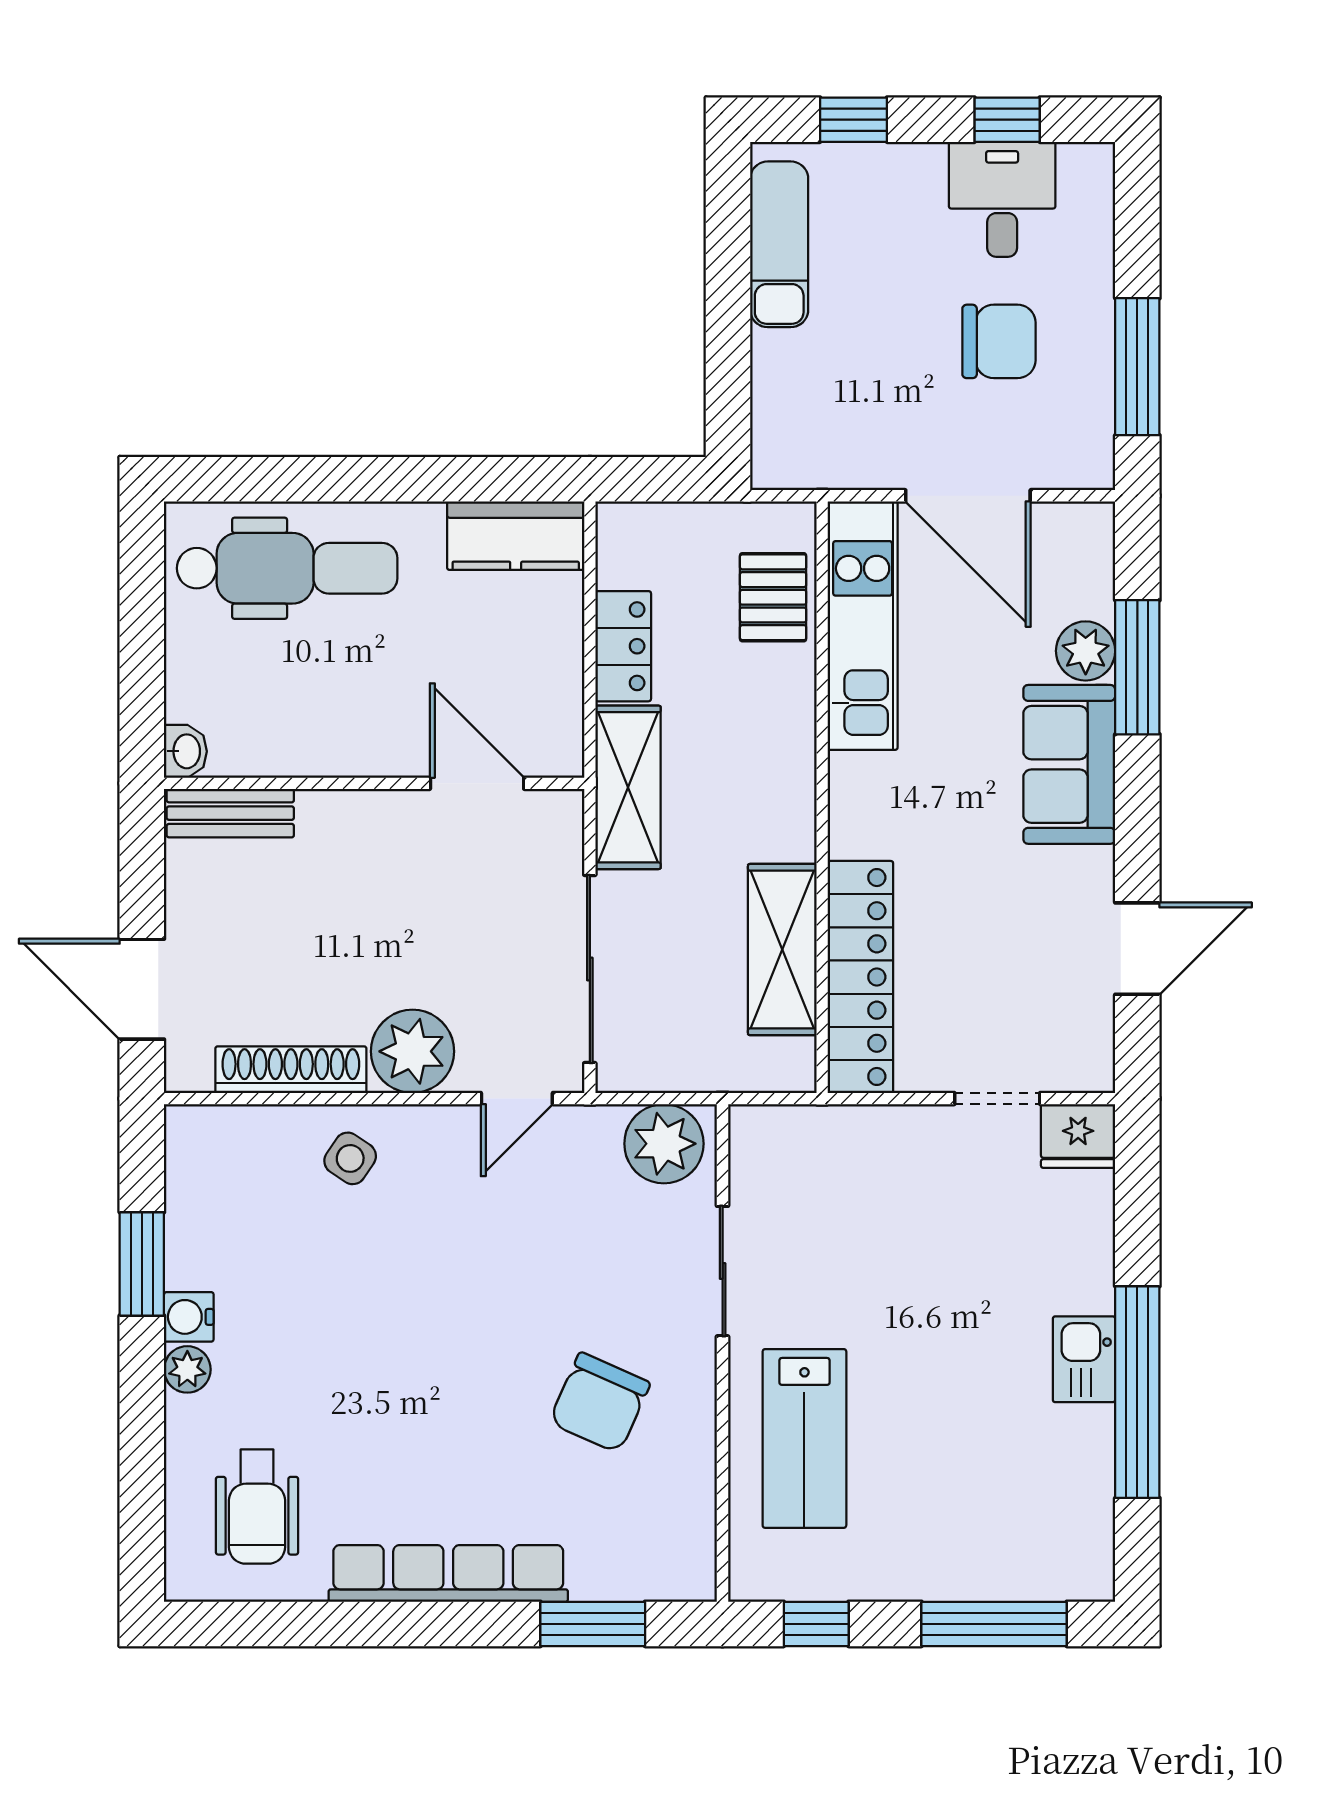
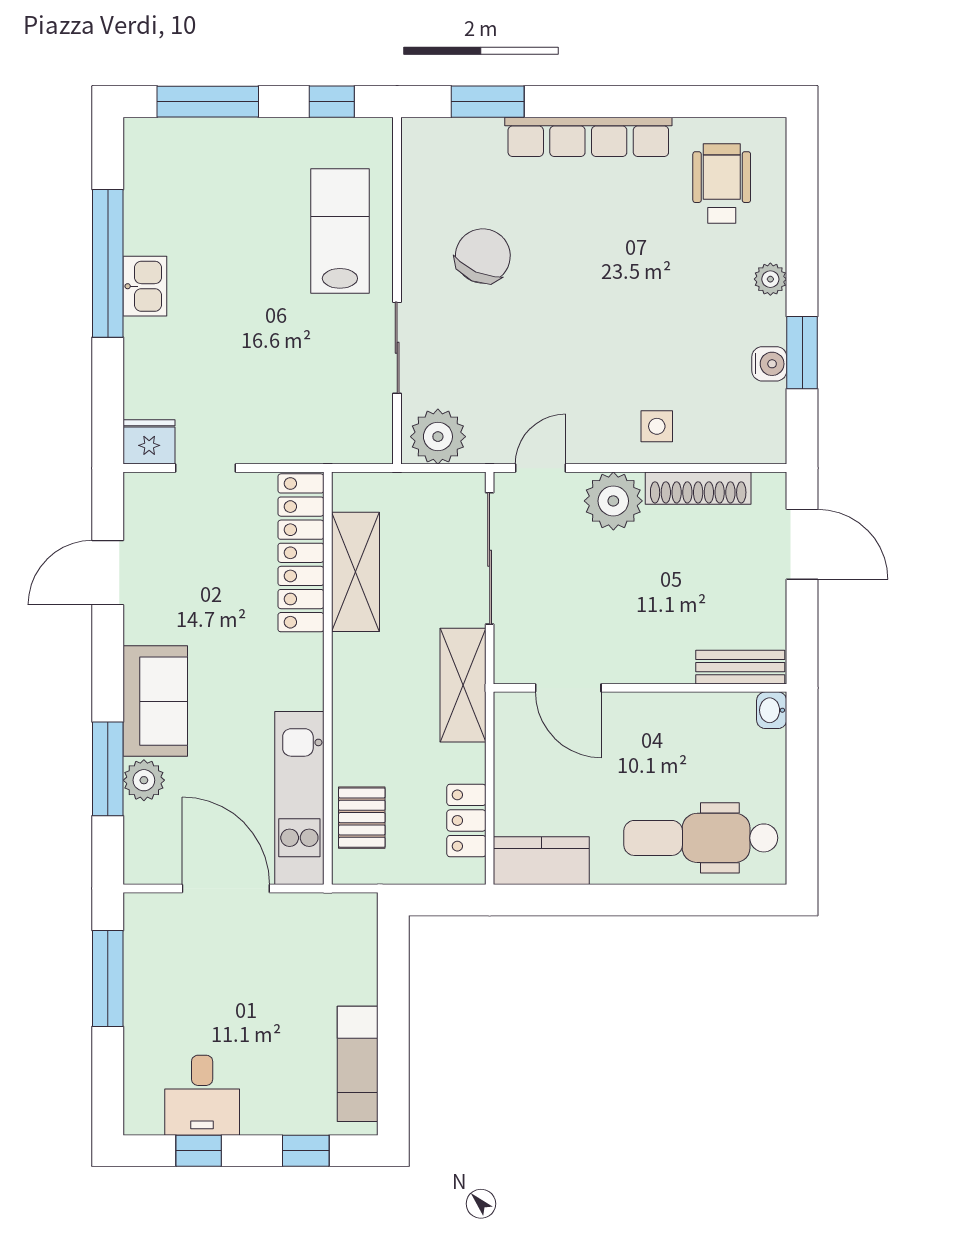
chair: (999, 341) -> (204, 996), removed
locker: (623, 646) -> (466, 820), moved
side table: (350, 1158) -> (657, 426), turned -34
water cooler: (189, 1317) -> (769, 364), moved

